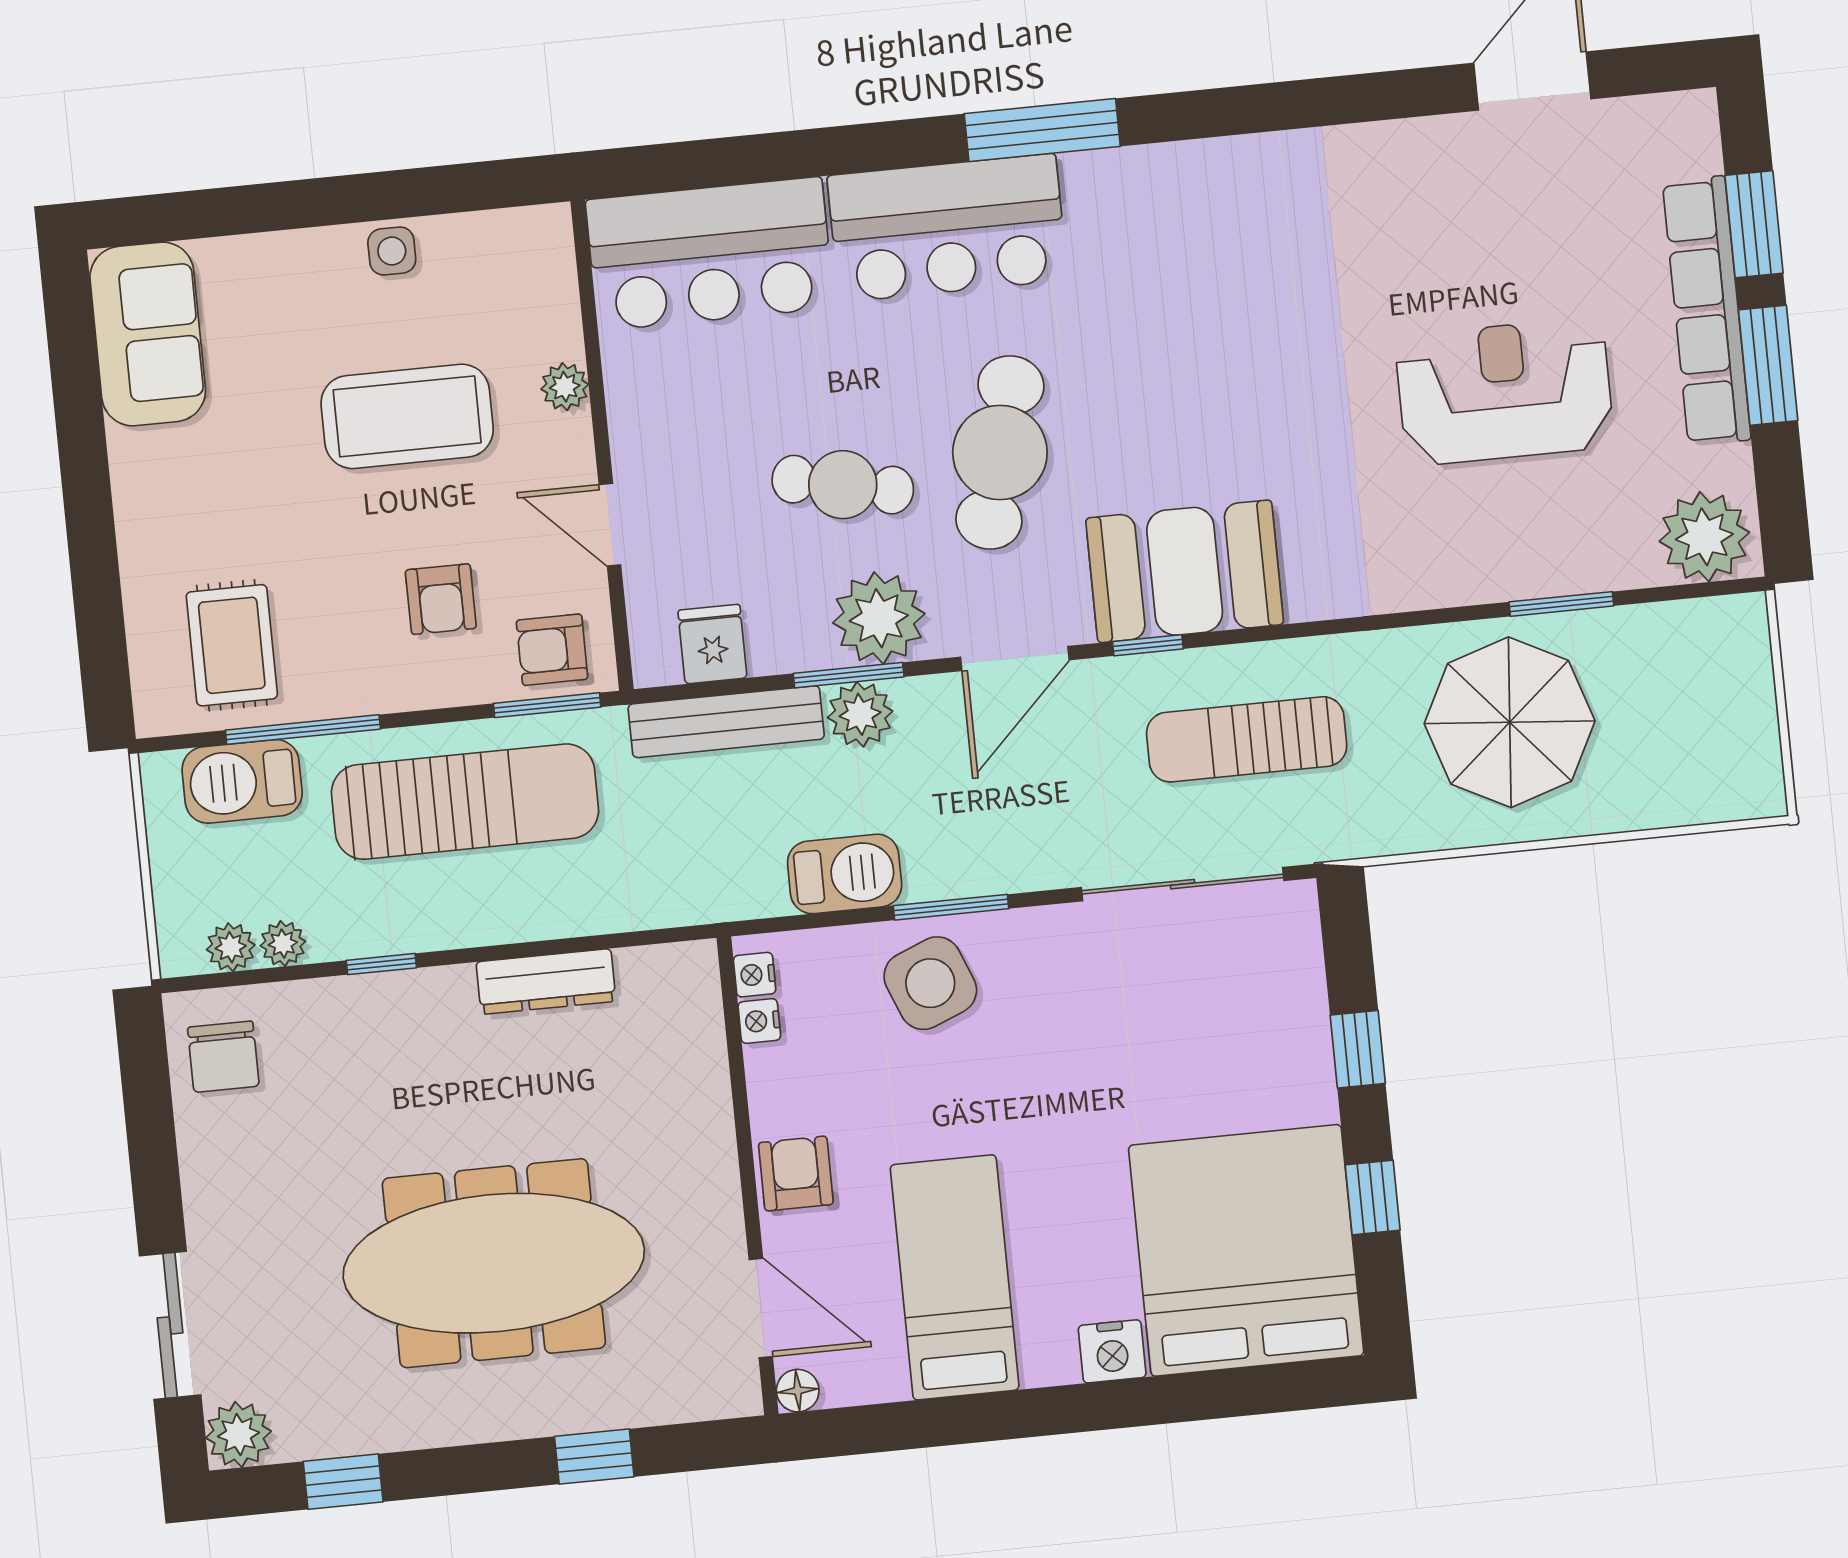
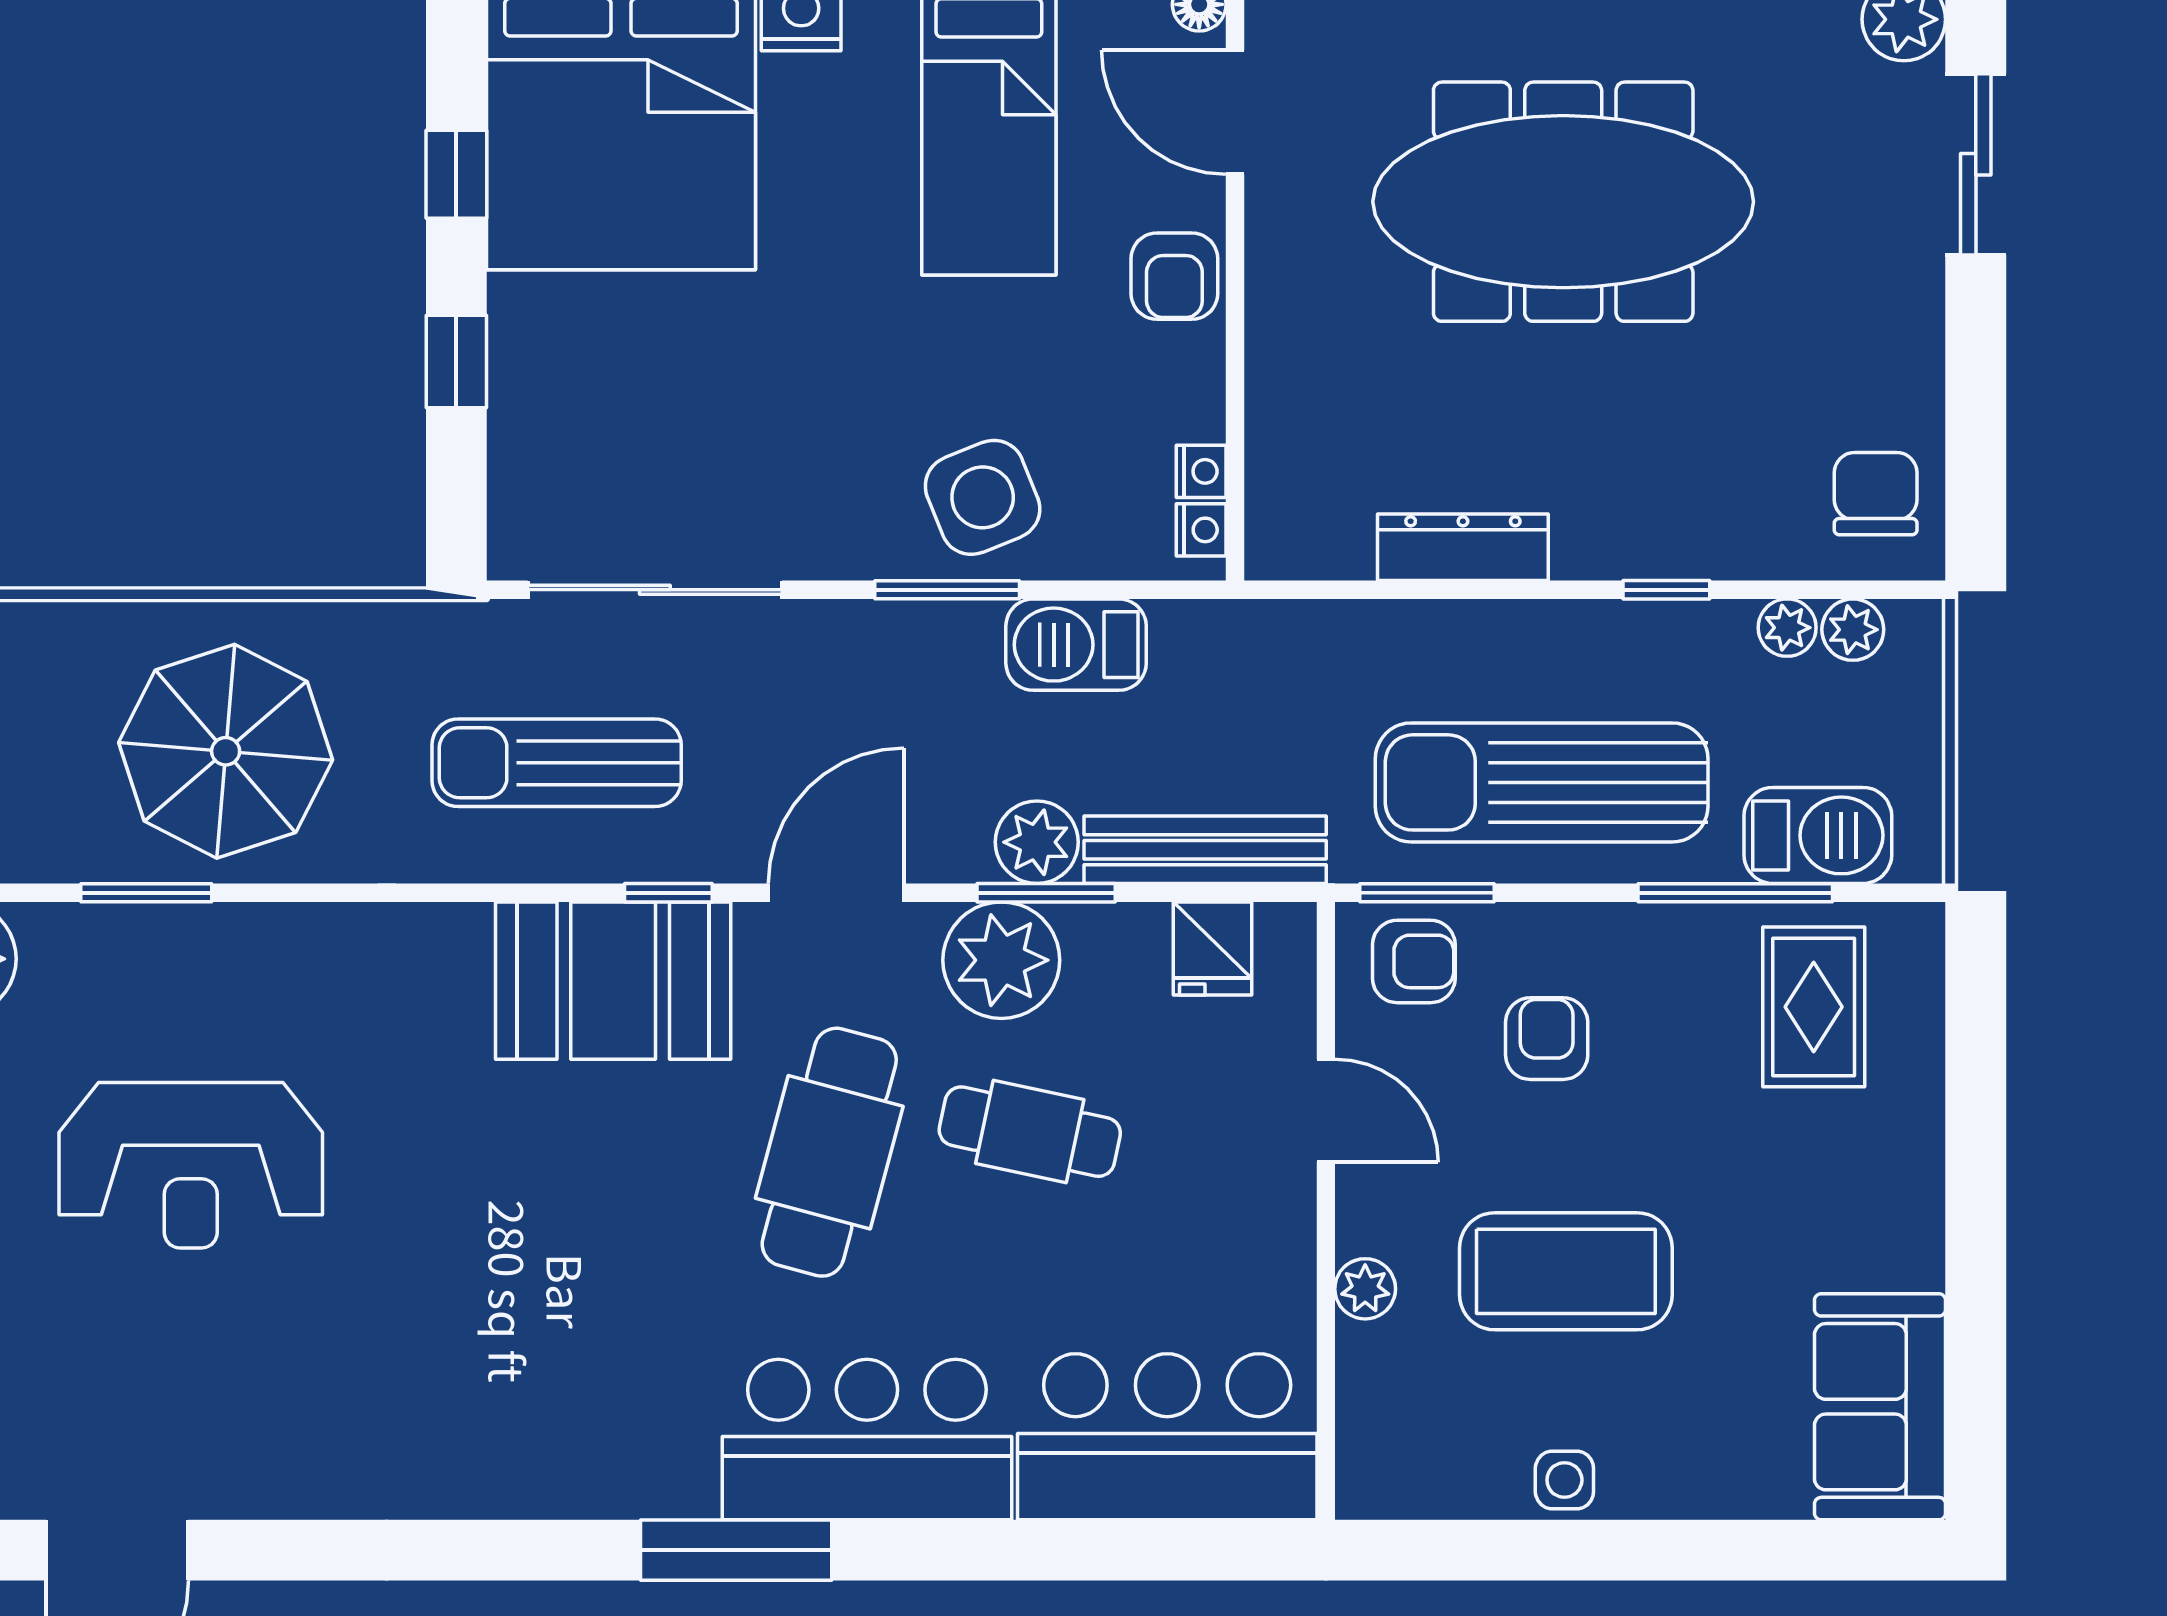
sun lounger: (1247, 739) -> (557, 763), turned 180

